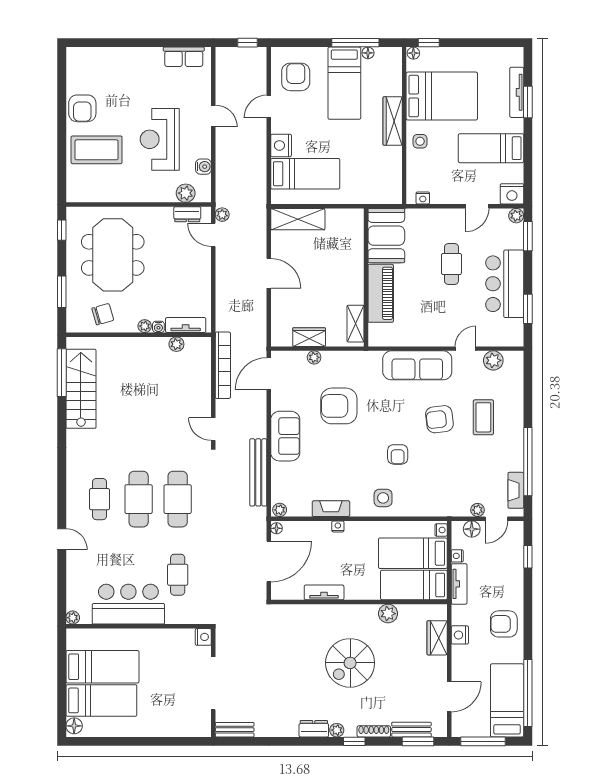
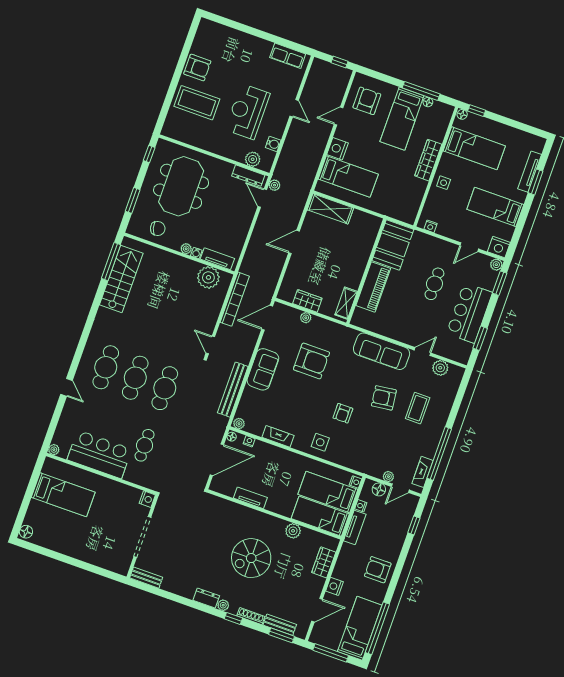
bed: (442, 96) -> (474, 148), width x0.67
armchair: (82, 108) -> (197, 68), turned -90
dresser: (187, 214) -> (248, 176), width x1.44
door: (269, 273) -> (294, 242), swing flipped
plant: (176, 344) -> (208, 277), width x1.88, depth x1.88
armchair: (339, 406) -> (311, 361), turned 180
cafe table: (99, 499) -> (106, 367), width x1.37, depth x1.35
nightstand: (338, 526) -> (249, 441), moved
nightstand: (460, 635) -> (334, 586), moved
bed: (101, 700) -> (53, 520), removed

